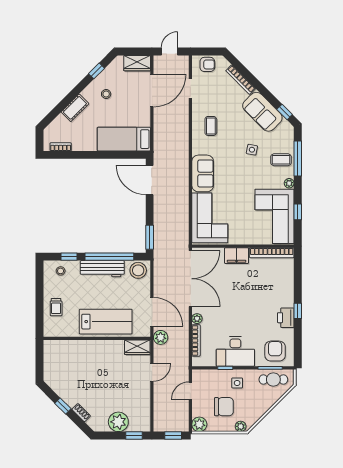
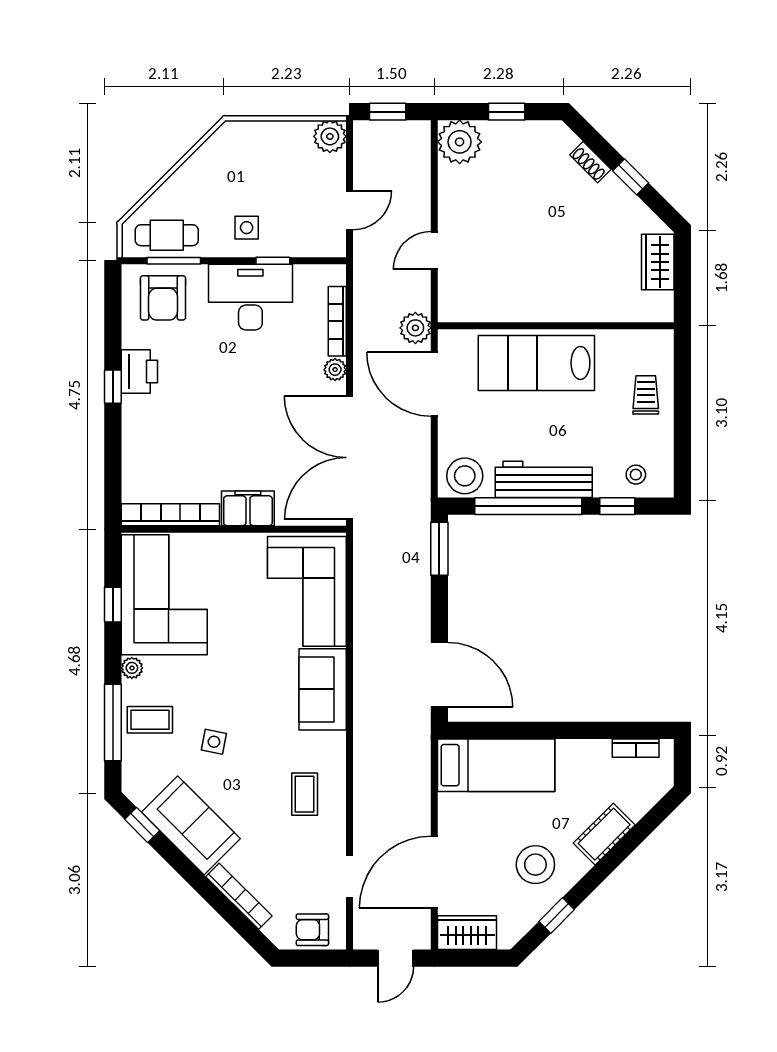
stool: (106, 94) -> (535, 865), width x1.89, depth x1.89
wardrobe: (137, 347) -> (658, 262), moved, turned -90
chair: (224, 407) -> (276, 175), removed
plant: (118, 422) -> (460, 142), moved
plant: (241, 426) -> (239, 132), removed
window: (134, 436) -> (507, 112), moved

